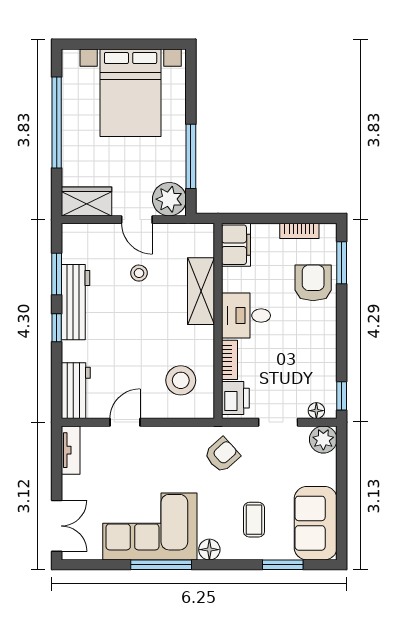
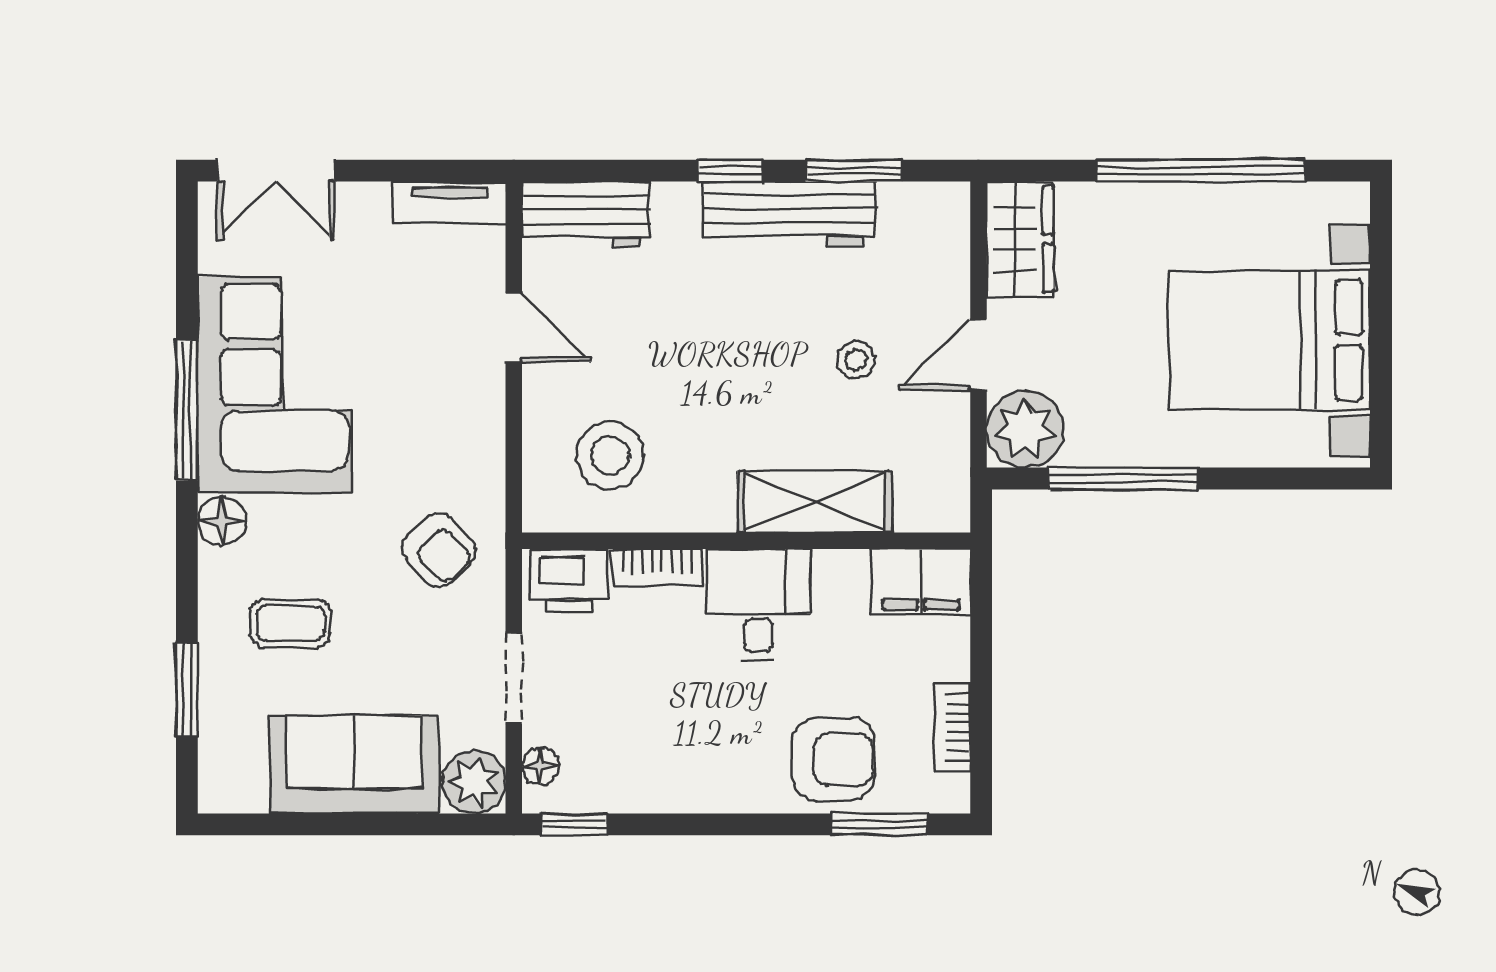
sofa: (316, 523) -> (354, 765), moved

